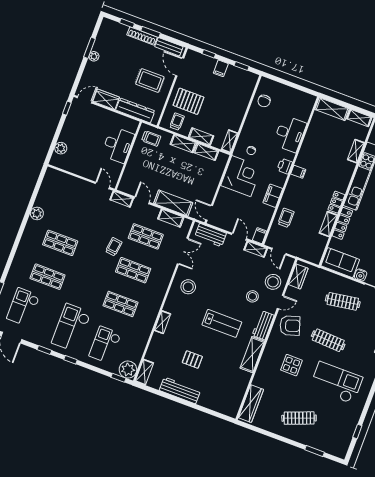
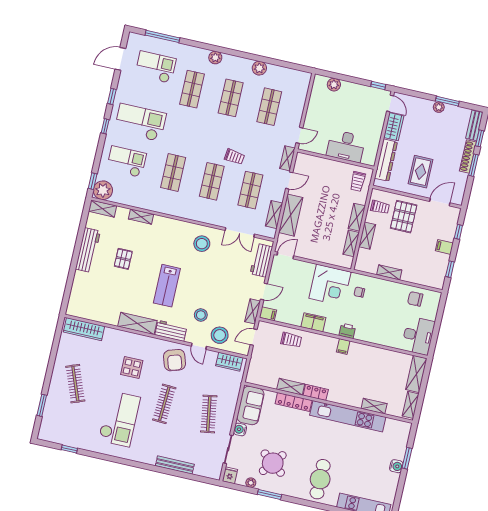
bench: (169, 47) -> (474, 125), moved
desk: (290, 134) -> (418, 336), moved, turned -90
shelving: (230, 141) -> (389, 272), moved
shop shelf: (73, 209) -> (269, 107), added
plant: (22, 252) -> (215, 58), added
shelving: (162, 322) -> (141, 217), moved

